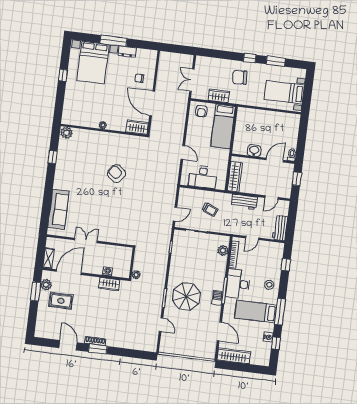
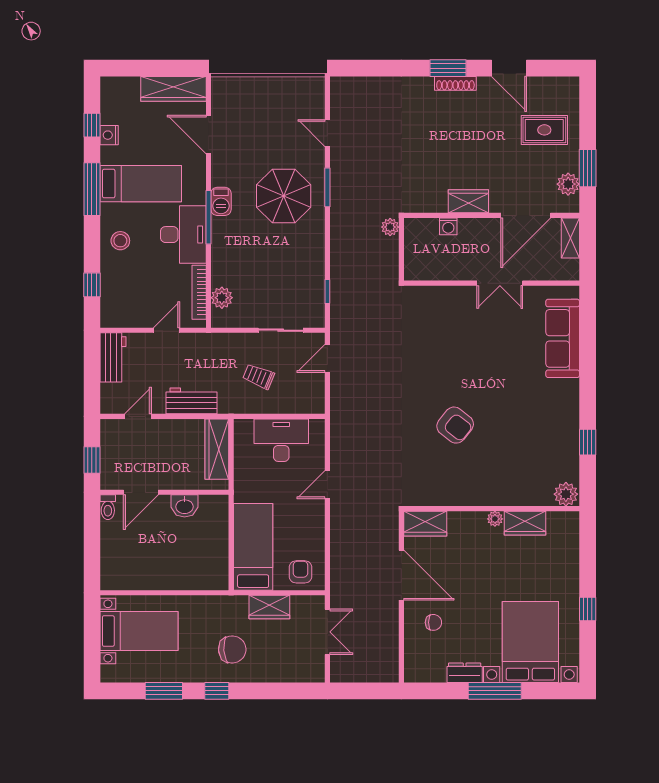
wardrobe: (88, 121) -> (525, 523), added
door: (183, 152) -> (327, 485), hinge flipped
wardrobe: (109, 284) -> (468, 201), moved
rug: (61, 301) -> (544, 130), moved

